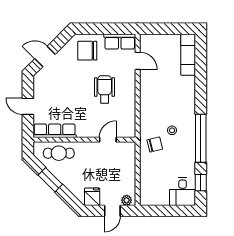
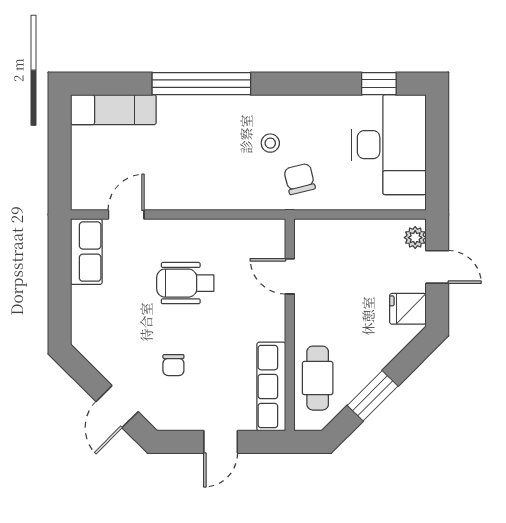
chair: (87, 51) -> (173, 365), moved, width x0.54, depth x0.54
window: (201, 138) -> (201, 84), moved
desk: (183, 192) -> (389, 145), width x1.87, depth x1.30

